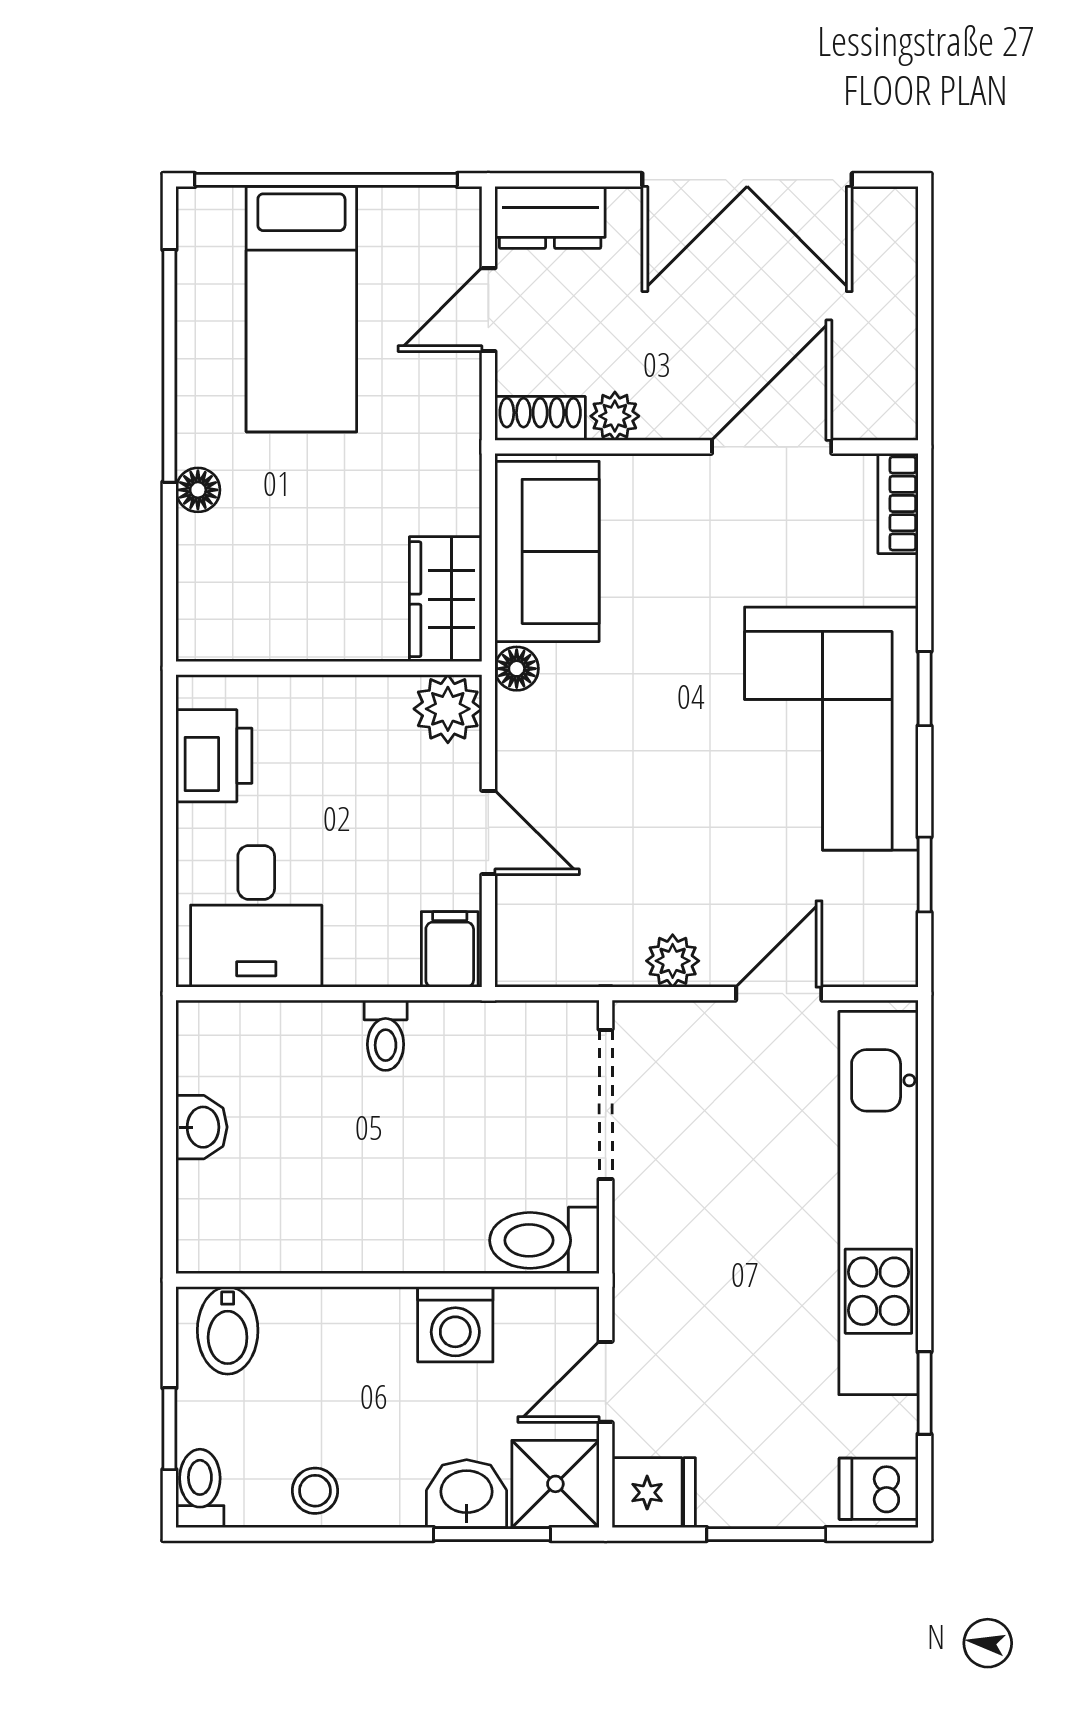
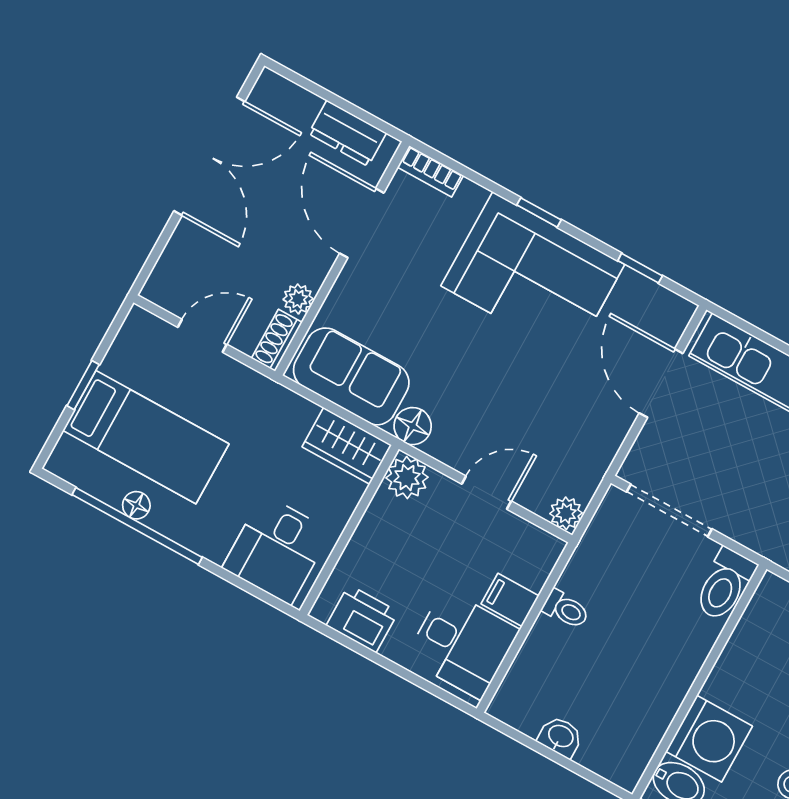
window: (326, 180) -> (83, 385), width x0.32
dresser: (550, 217) -> (347, 133), moved, turned 90
door: (488, 310) -> (202, 336), swing flipped
floor lamp: (198, 490) -> (136, 505), moved
desk: (245, 581) -> (277, 549), added
floor lamp: (517, 669) -> (413, 426), width x1.37, depth x1.37
filing cabinet: (450, 949) -> (510, 600), moved
plant: (673, 961) -> (566, 513), moved
door: (779, 994) -> (661, 383), width x1.38
washing machine: (455, 1324) -> (709, 739), moved, width x1.37, depth x1.37

